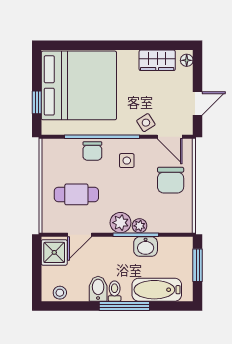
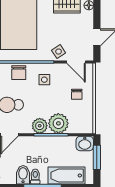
chair: (171, 180) -> (77, 94), width x0.54, depth x0.54
plant: (140, 226) -> (58, 123), width x1.88, depth x1.88
washbasin: (146, 247) -> (85, 143), moved

